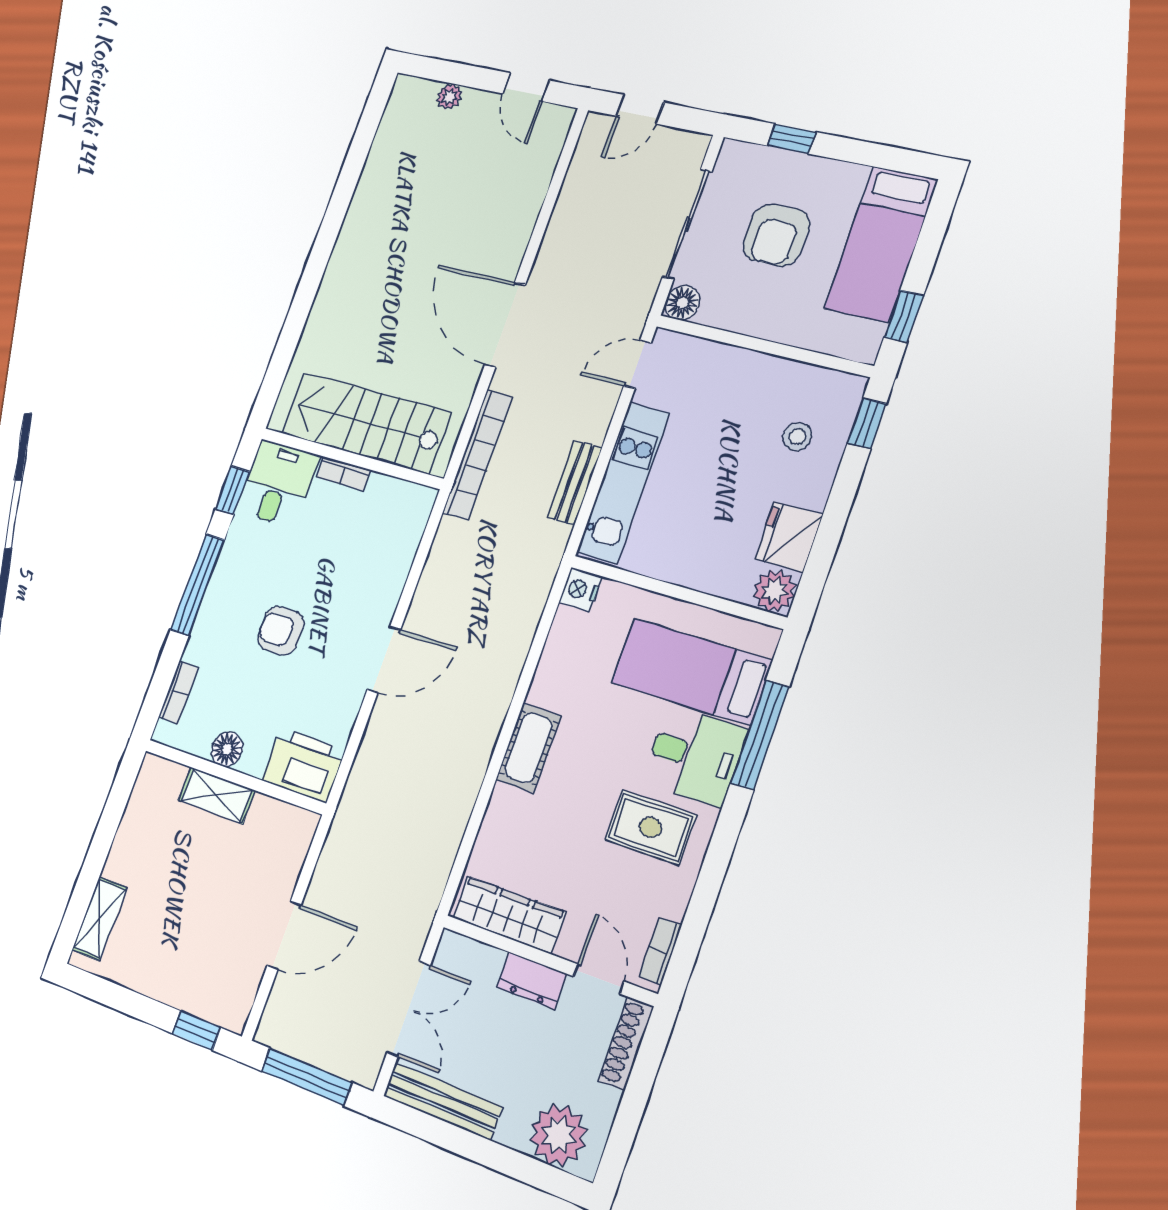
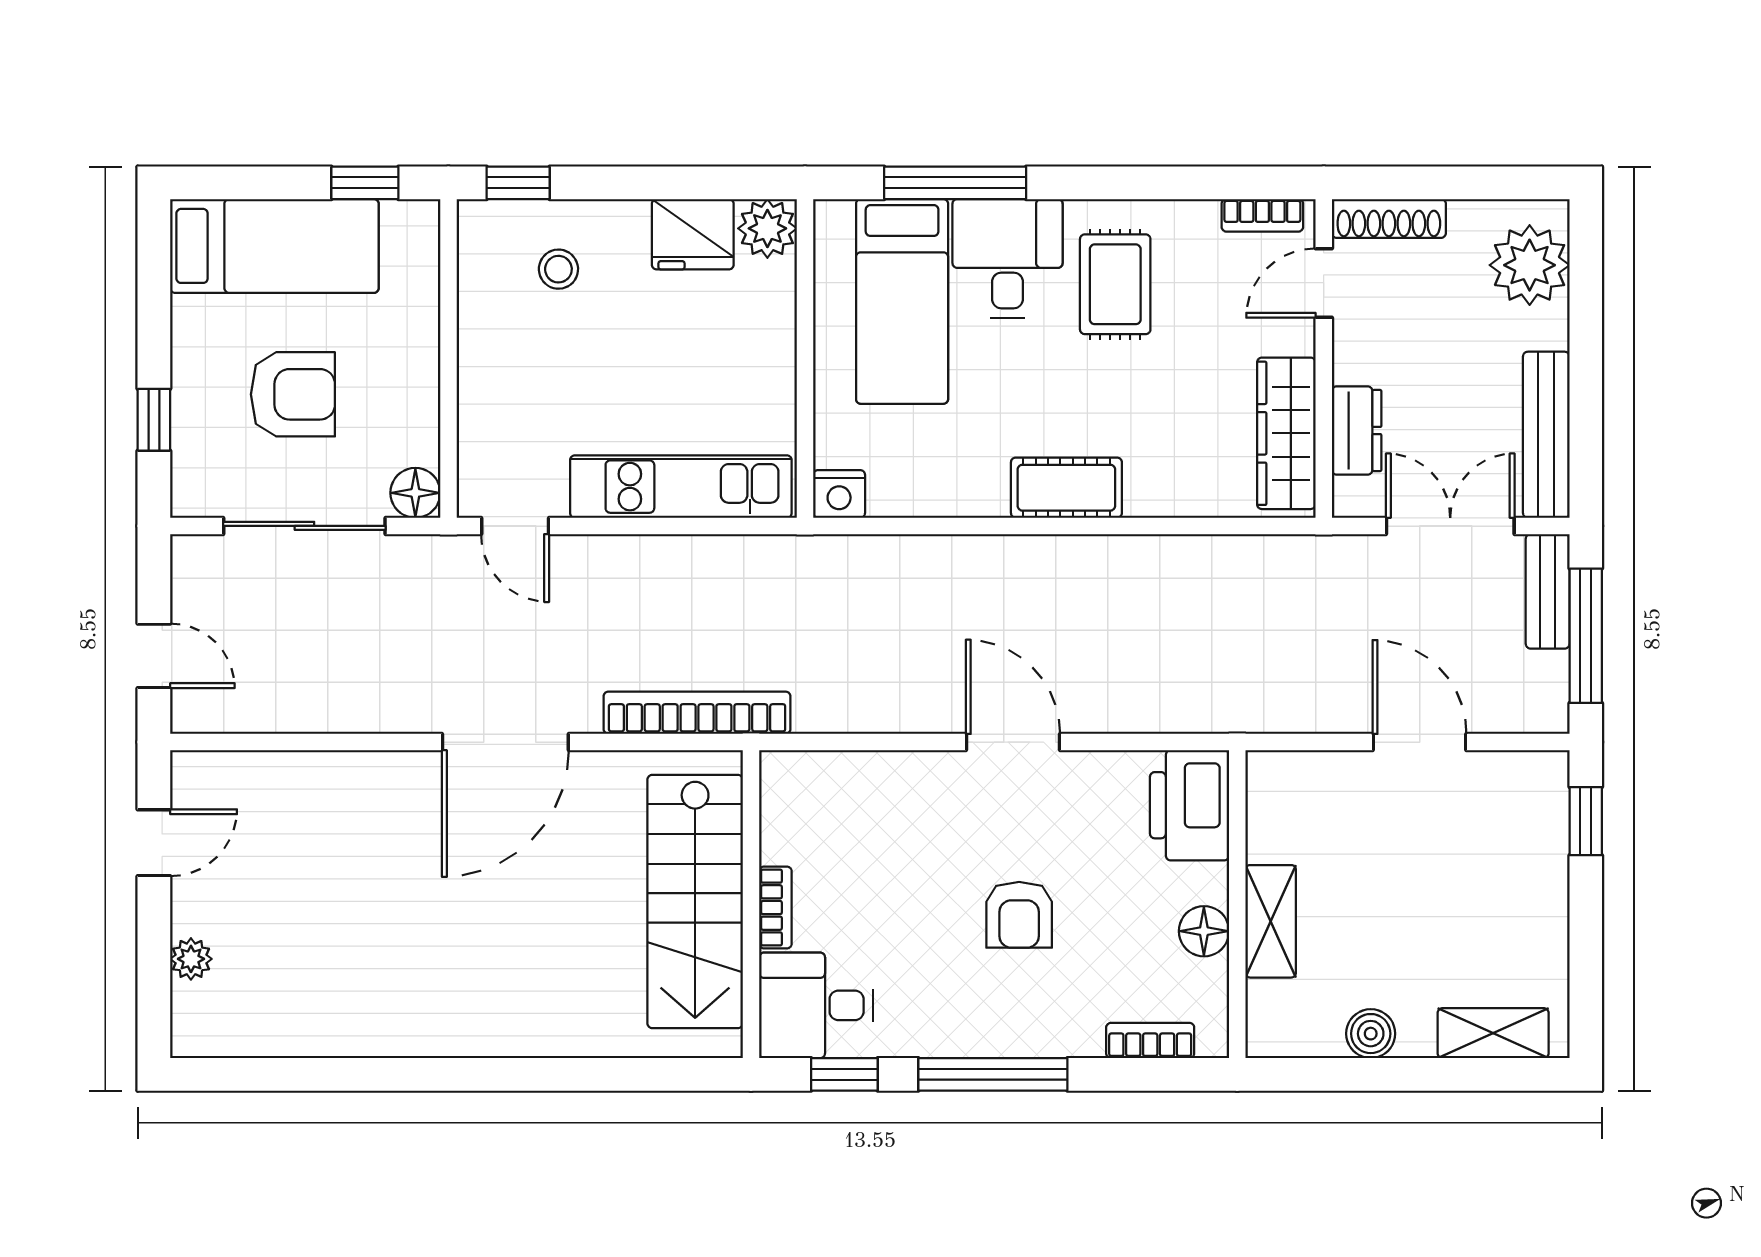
bench: (574, 483) -> (1548, 591), moved, turned 90
boiler: (129, 838) -> (1371, 1034), added
dresser: (532, 980) -> (1357, 431), moved

